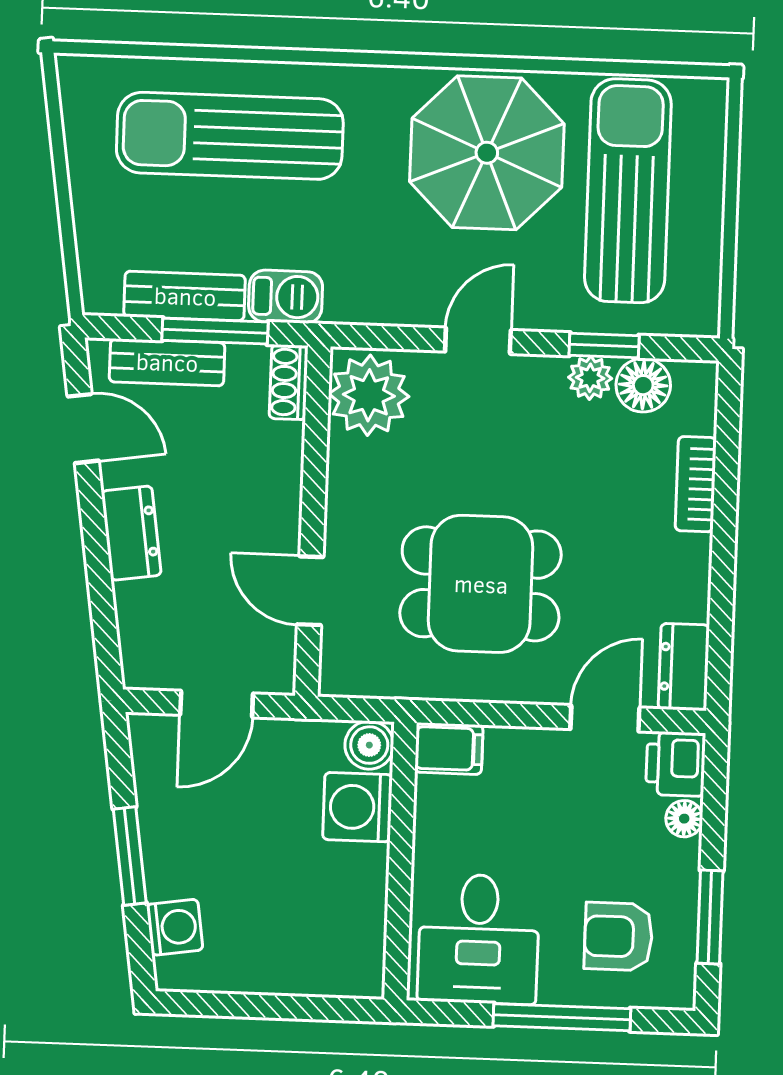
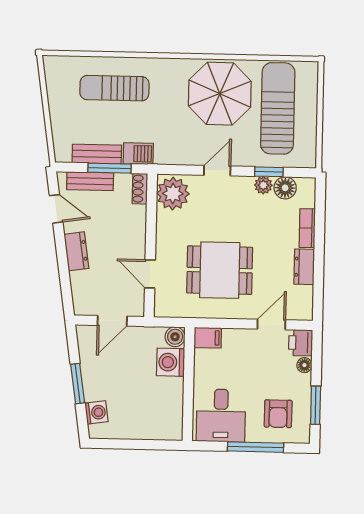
sun lounger: (230, 136) -> (114, 88), width x0.73, depth x0.75
dresser: (684, 667) -> (304, 267), moved
armchair: (618, 937) -> (278, 414), turned -90

